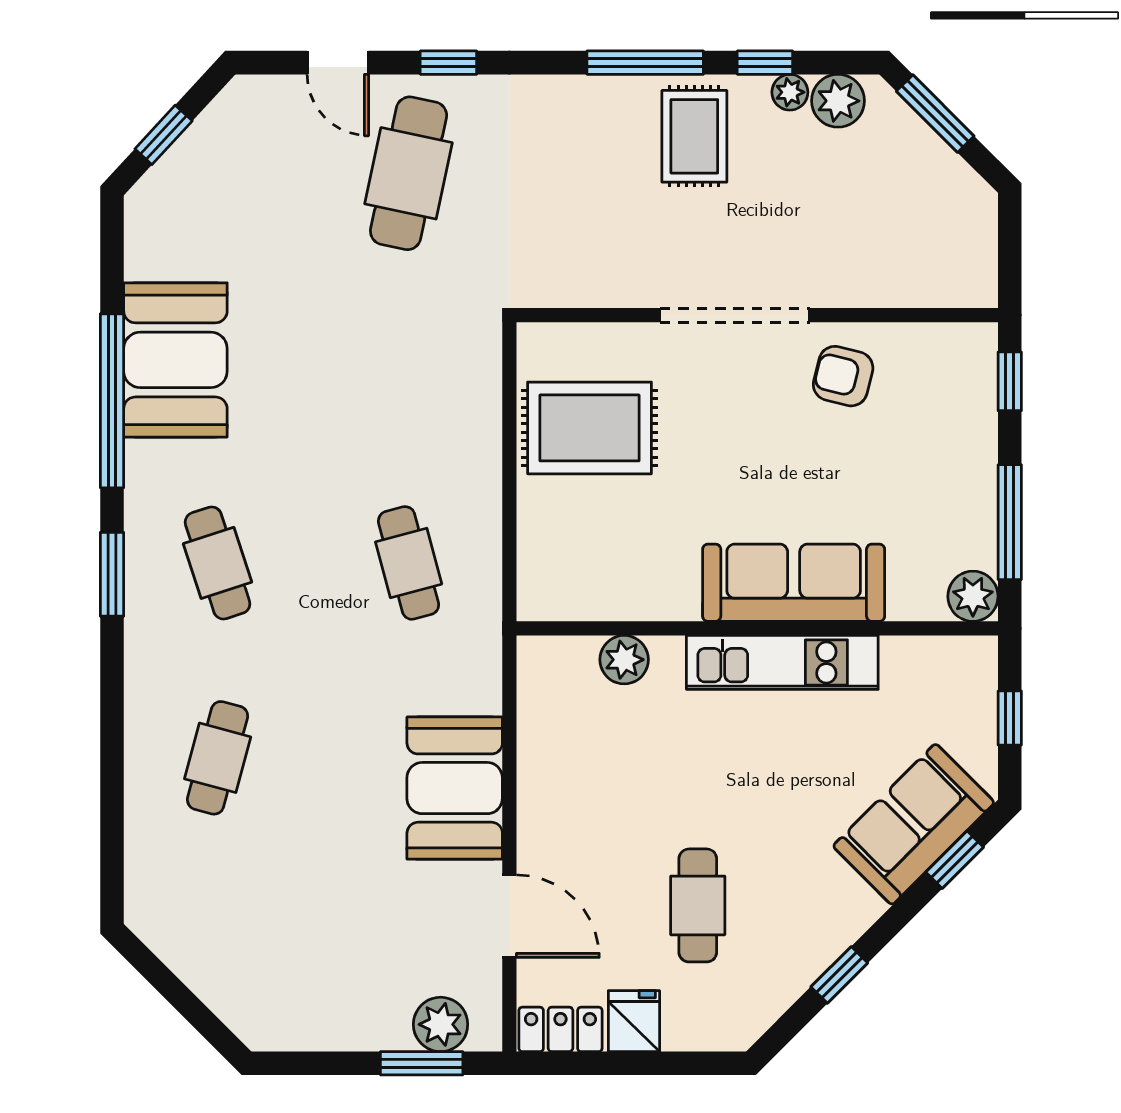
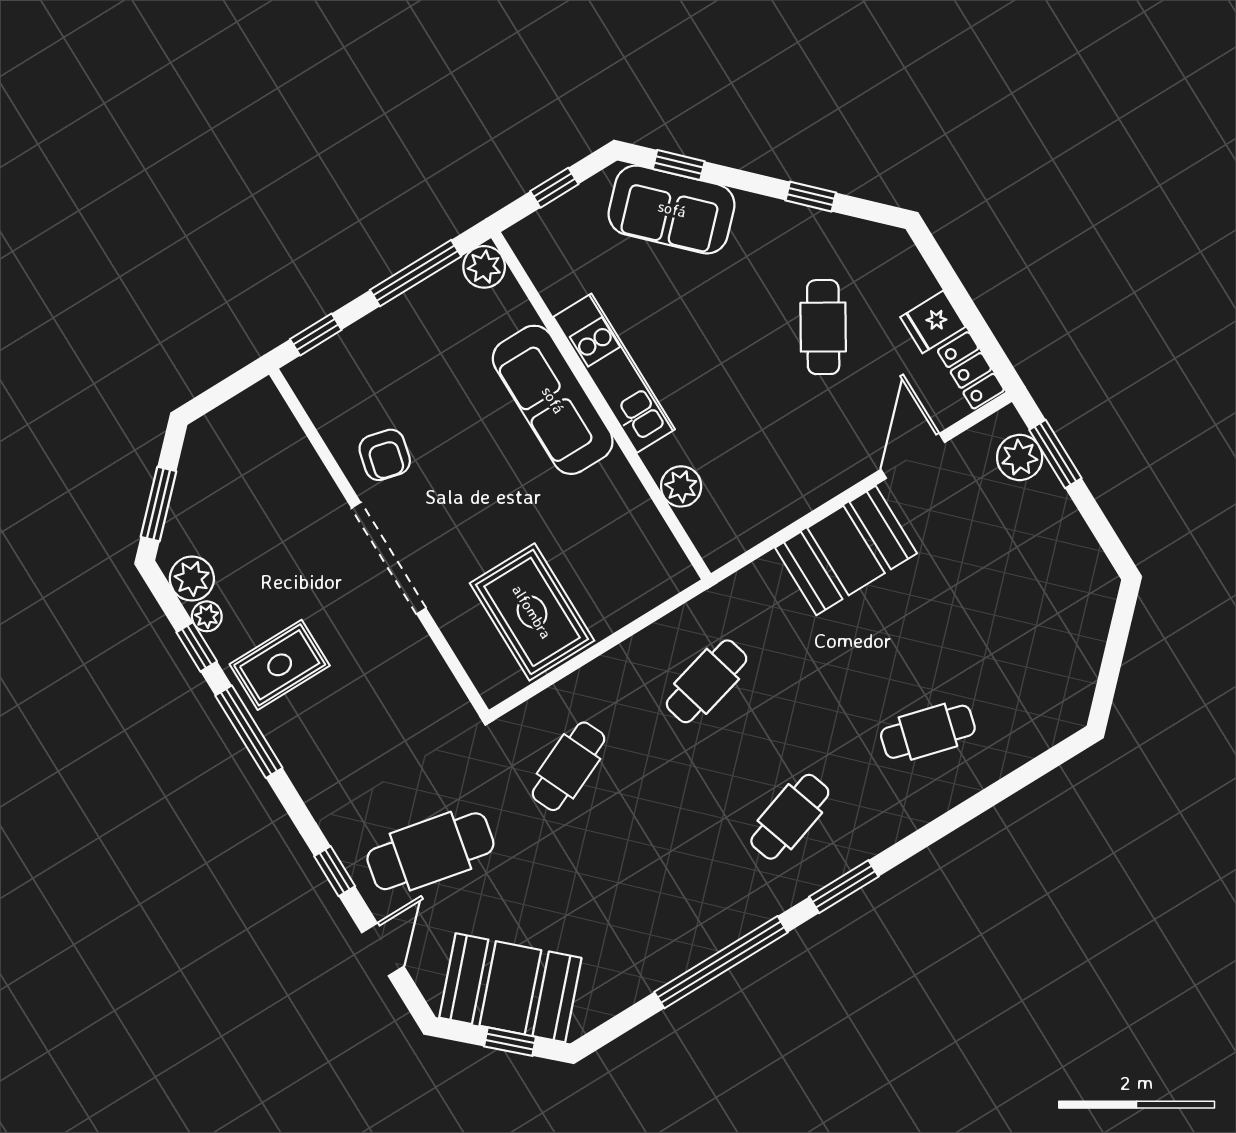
booth: (175, 360) -> (510, 988), moved, turned 43
cafe table: (409, 368) -> (568, 766), added
cafe table: (698, 905) -> (823, 327), turned -59

